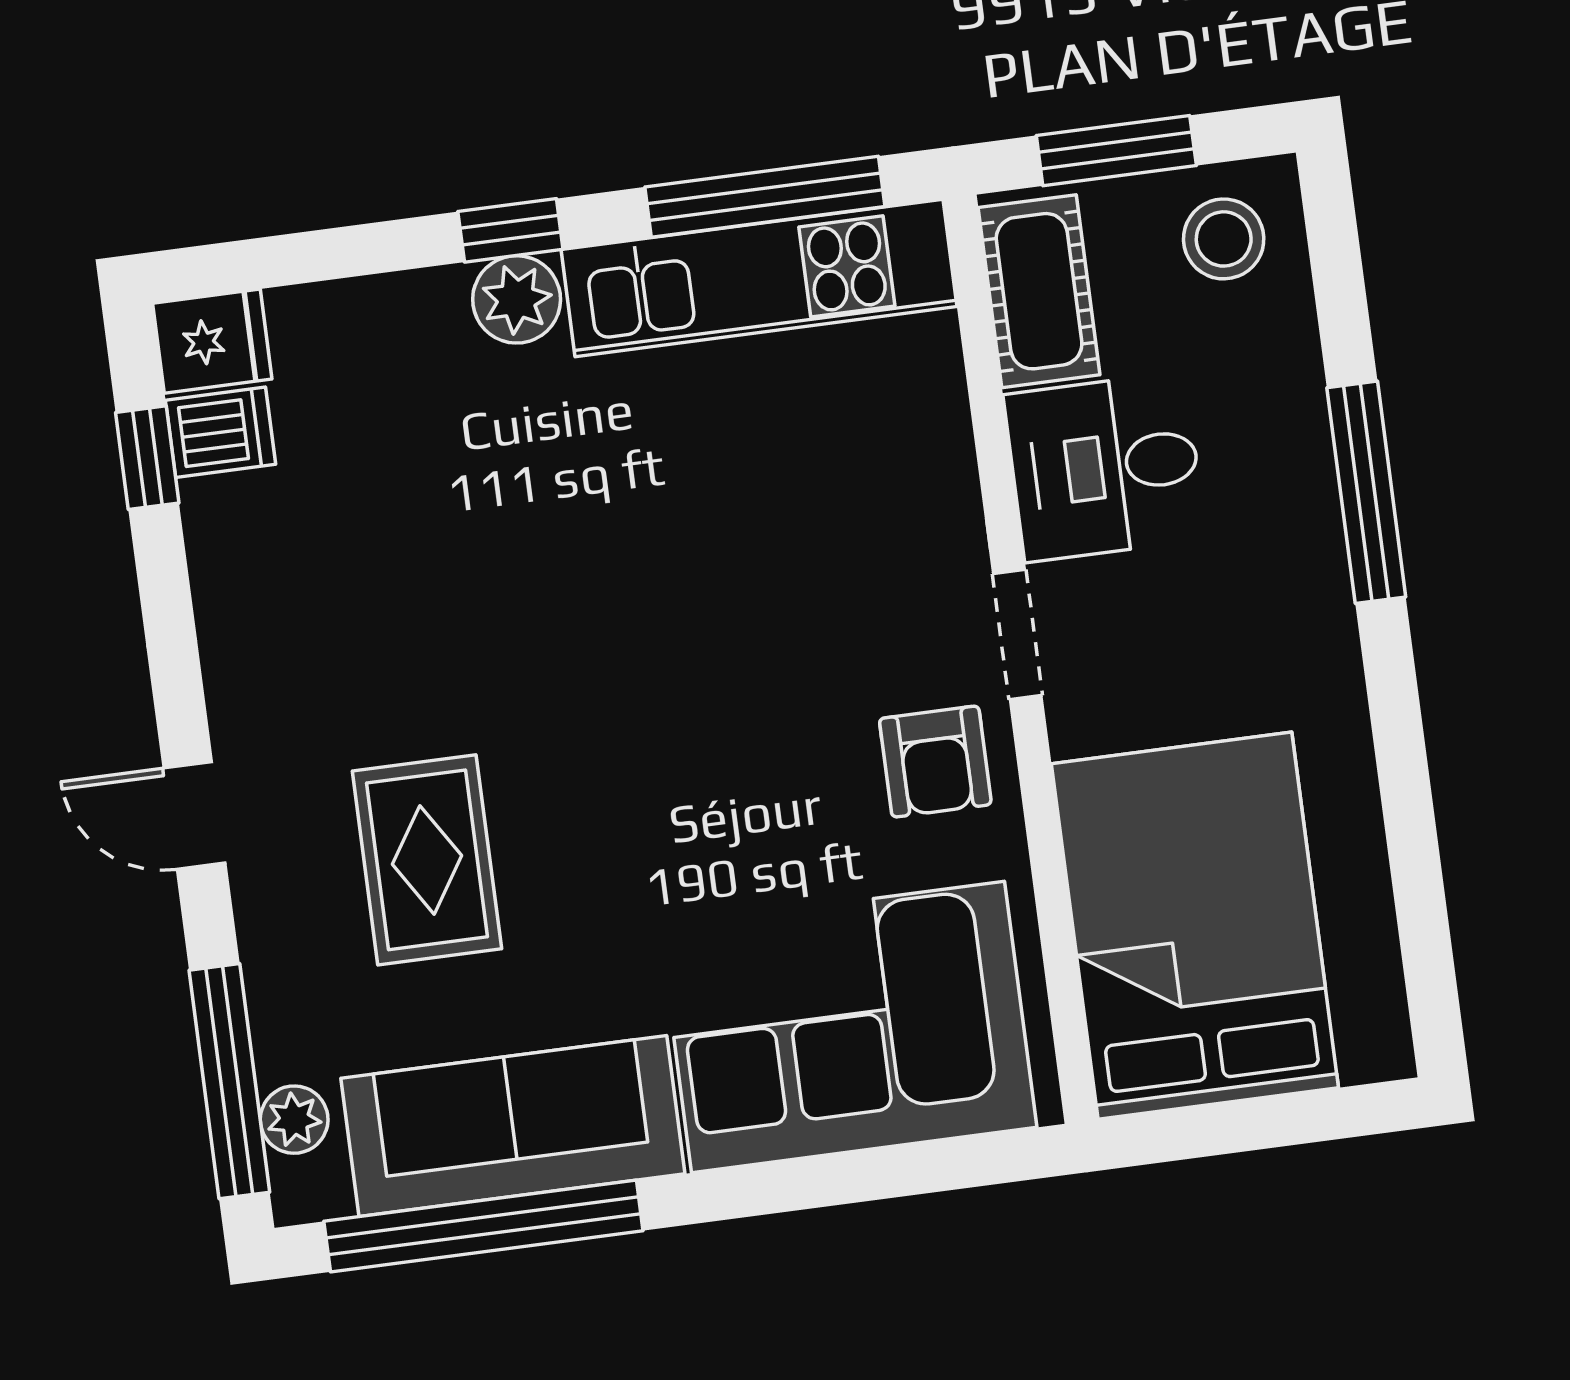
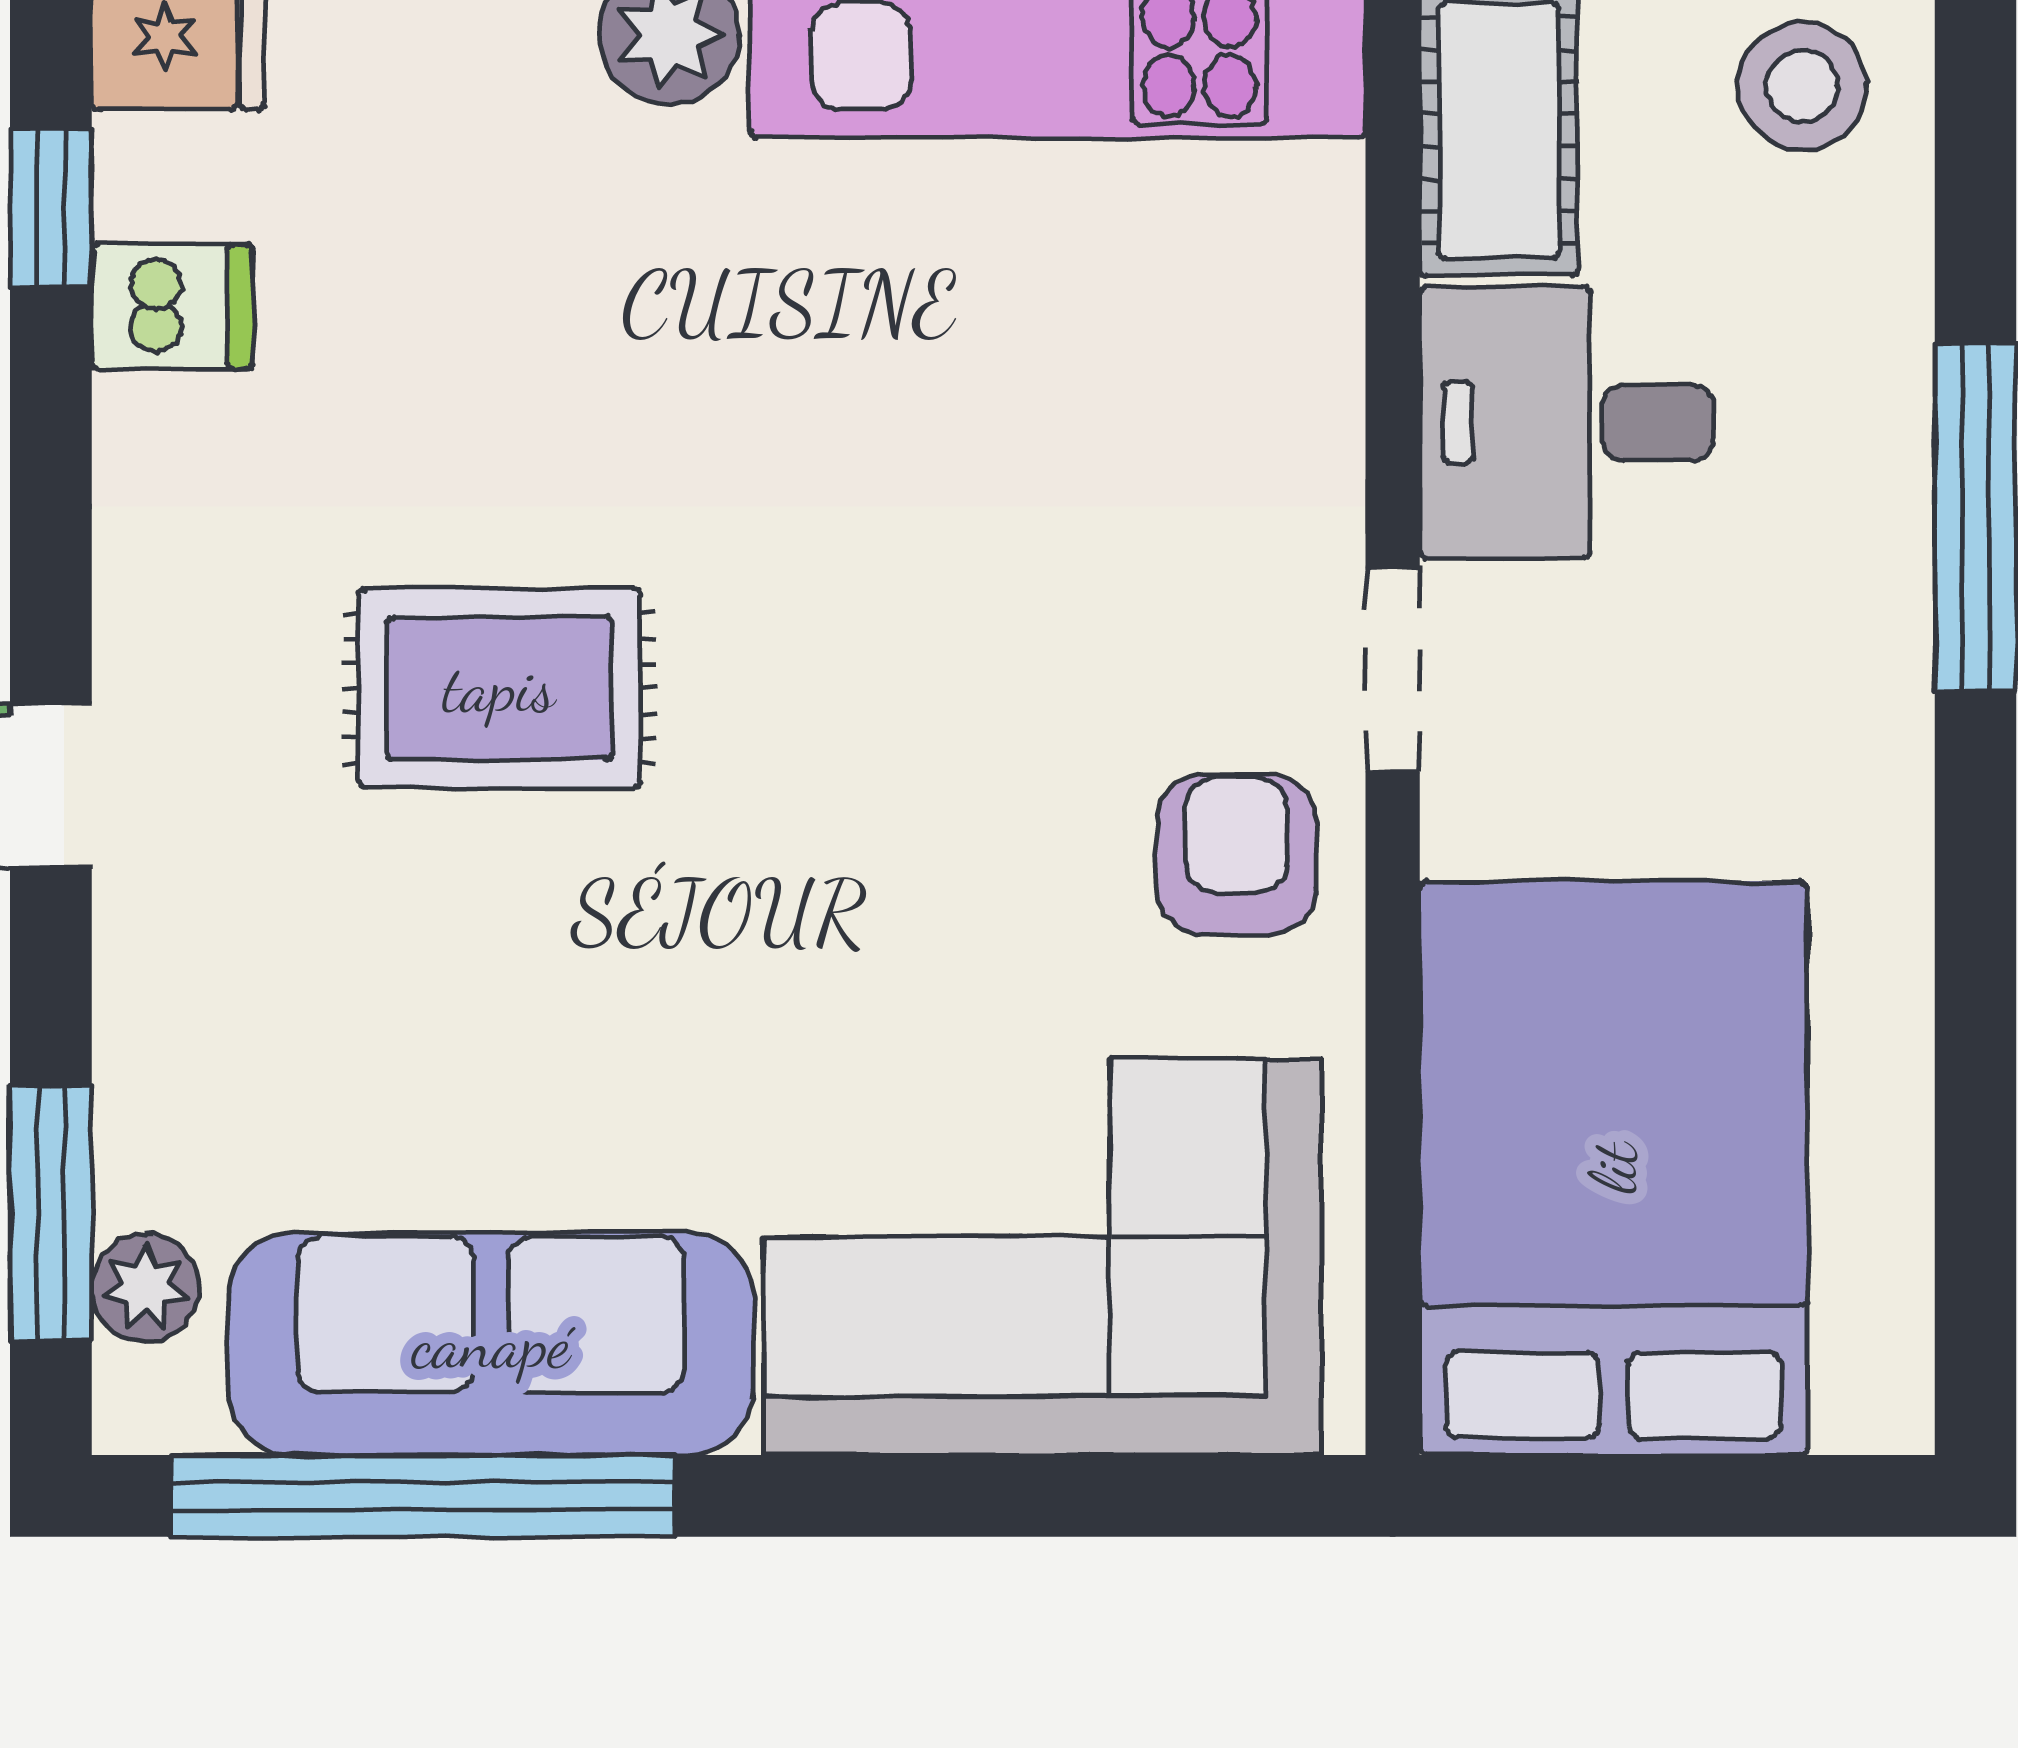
dishwasher: (220, 432) -> (172, 307), moved
armchair: (935, 762) -> (1236, 854), turned 180
rug: (427, 860) -> (499, 688), moved, turned 90
window: (229, 1081) -> (51, 1213), width x0.69

